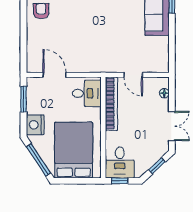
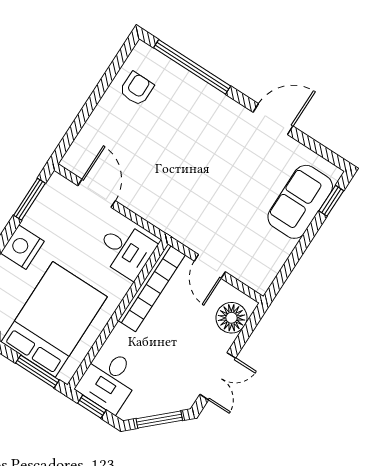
floor lamp: (164, 93) -> (231, 318), width x1.89, depth x1.89
window: (157, 166) -> (159, 419), width x1.50
window: (82, 181) -> (37, 371), added

